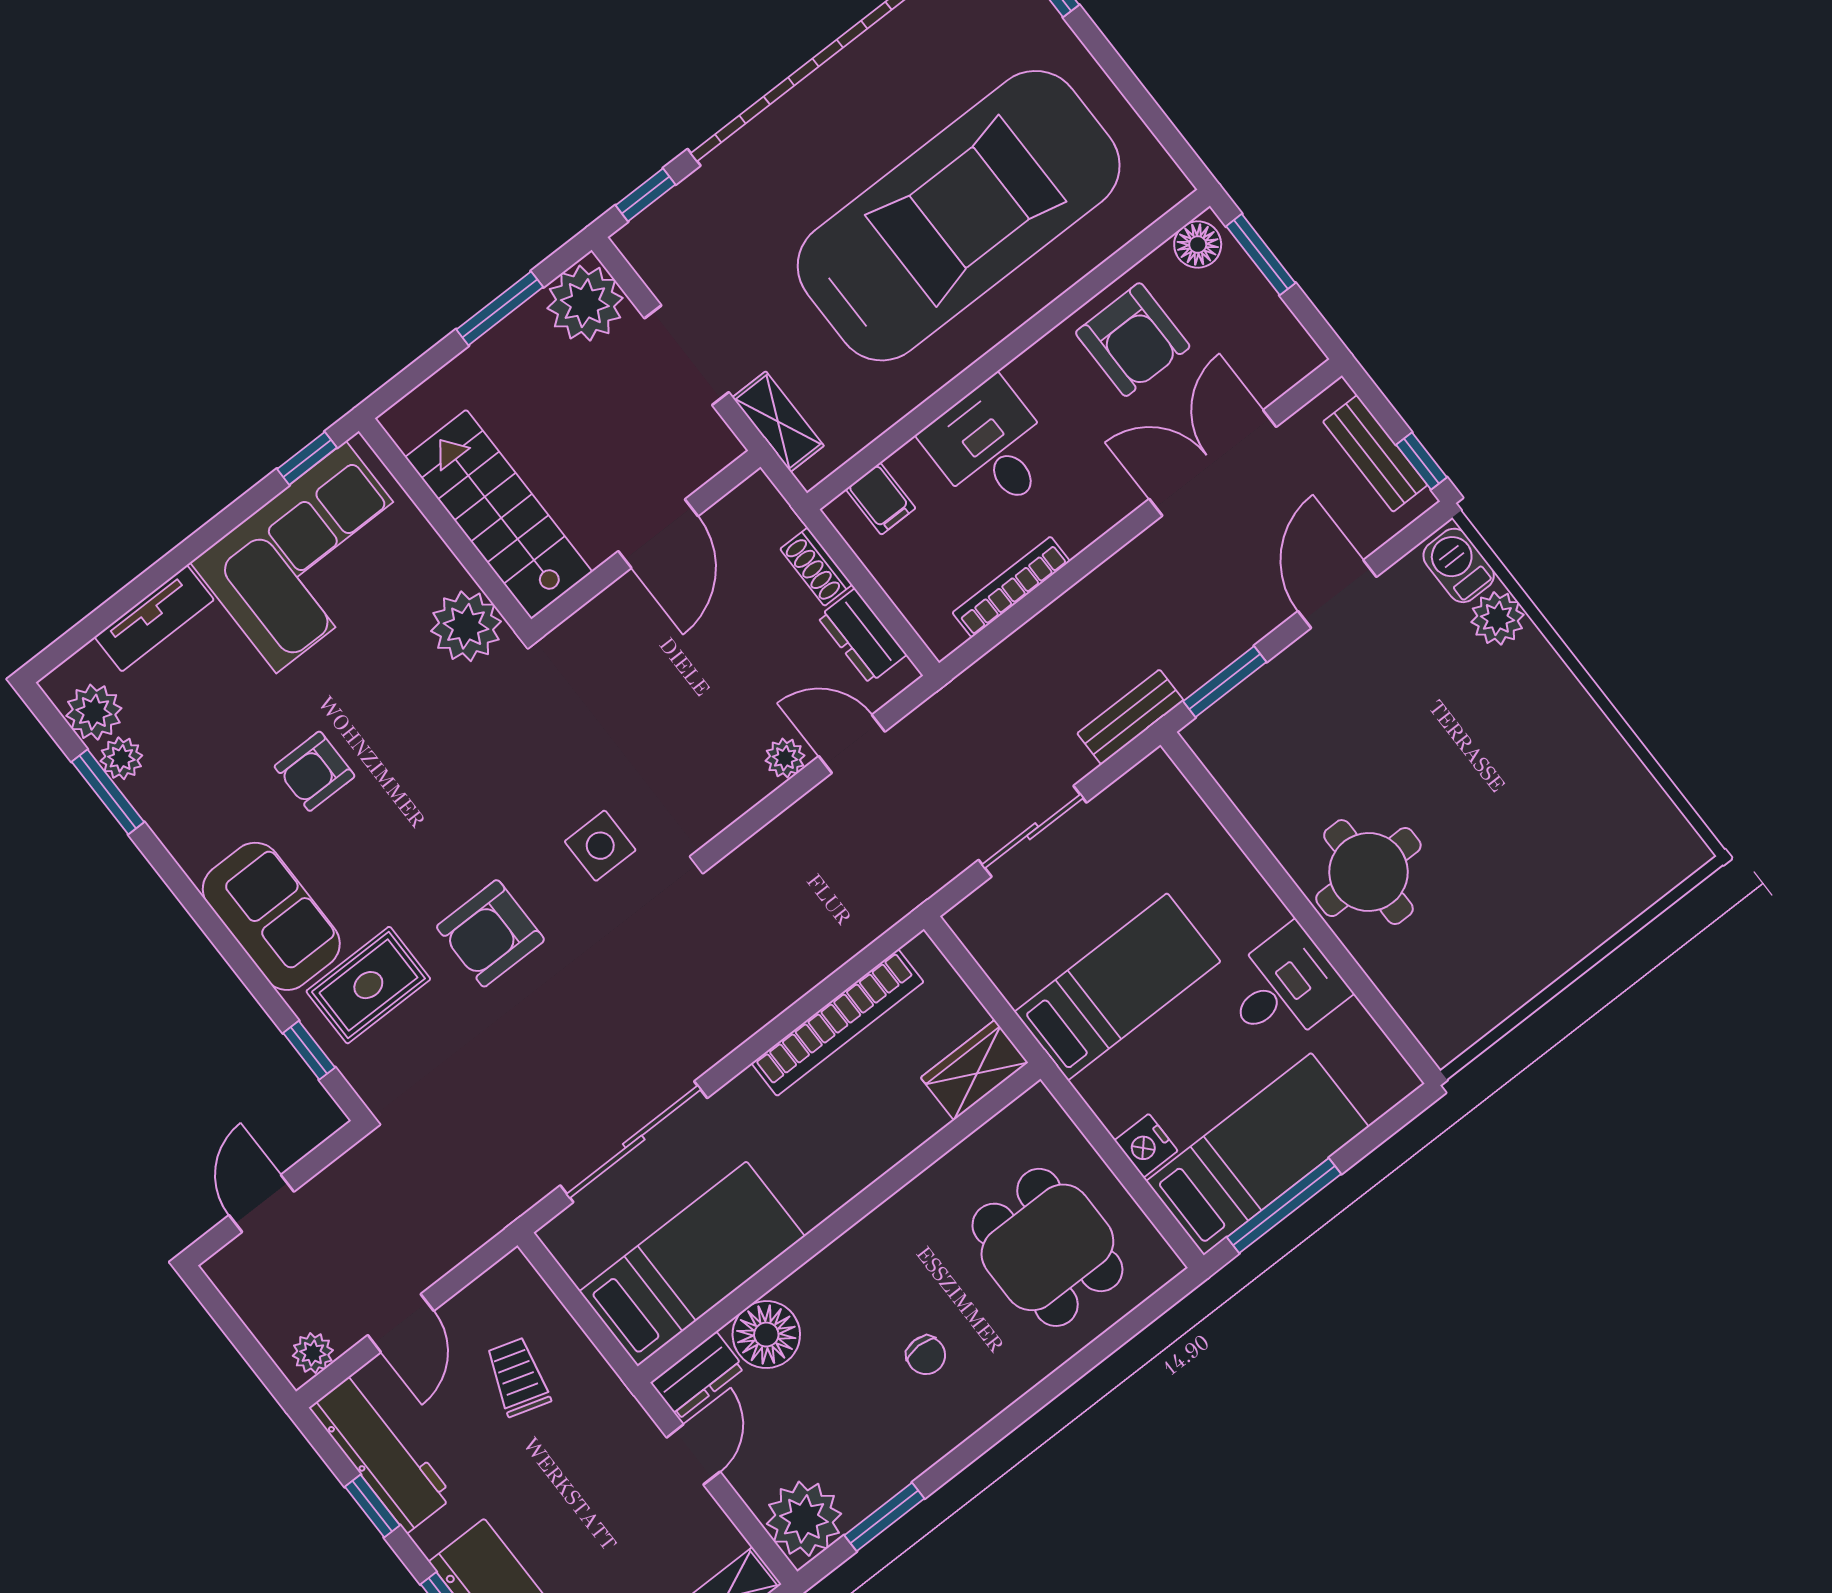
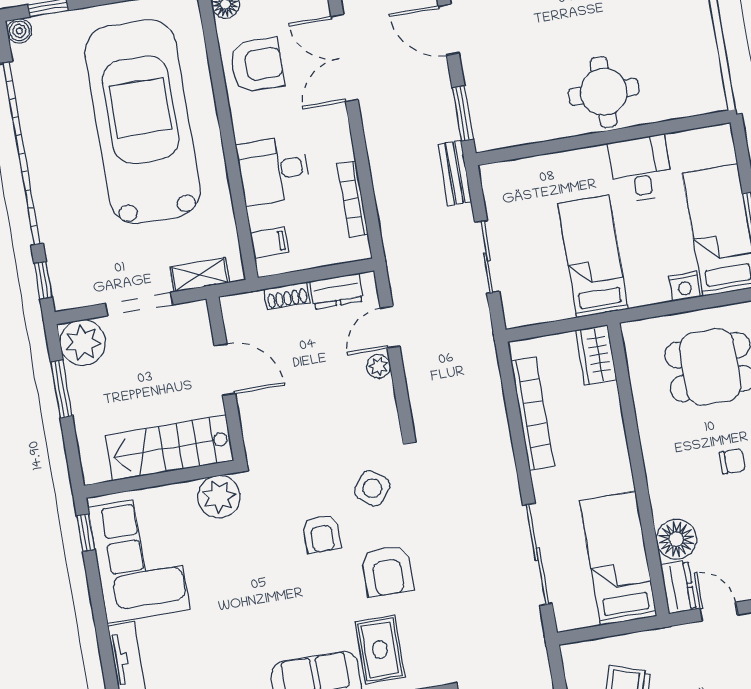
armchair: (315, 771) -> (322, 534), moved
side table: (600, 846) -> (372, 488), turned 38

